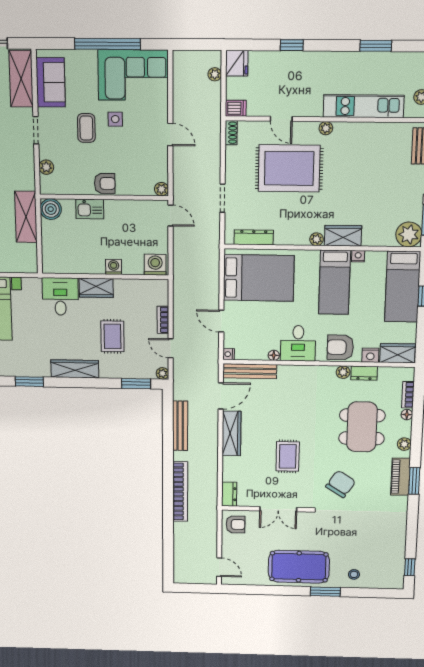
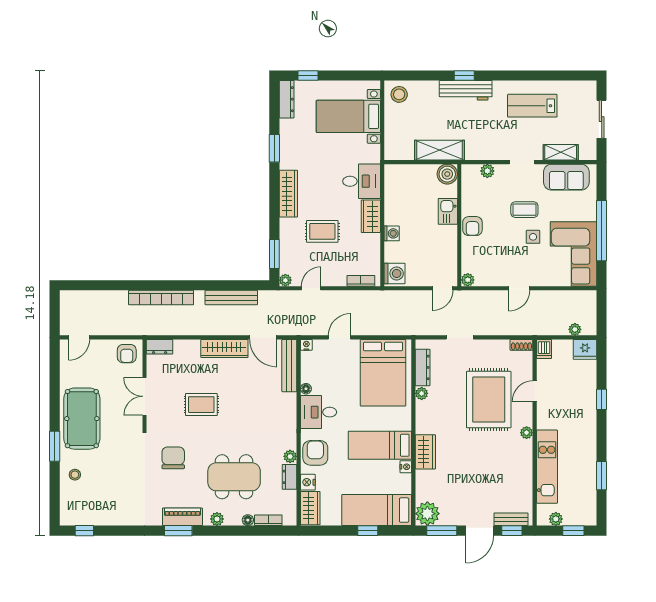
shelving: (21, 79) -> (561, 152), width x0.67, depth x0.75
plant: (317, 239) -> (422, 393), moved
bookcase: (163, 320) -> (361, 281), moved
chair: (341, 484) -> (173, 458), turned -123

